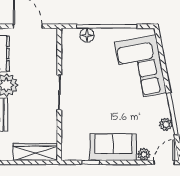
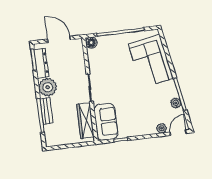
floor lamp: (87, 35) -> (91, 43), moved
sofa: (113, 147) -> (106, 122), moved, turned 90
wardrobe: (35, 152) -> (85, 121), moved, turned -90

